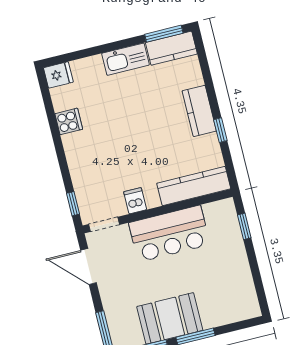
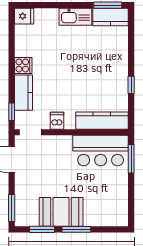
kitchen counter: (199, 111) -> (23, 93), moved, turned 180
cooker: (69, 121) -> (23, 65), moved
window: (244, 226) -> (131, 159), width x1.50
bar counter: (169, 234) -> (101, 151), moved

